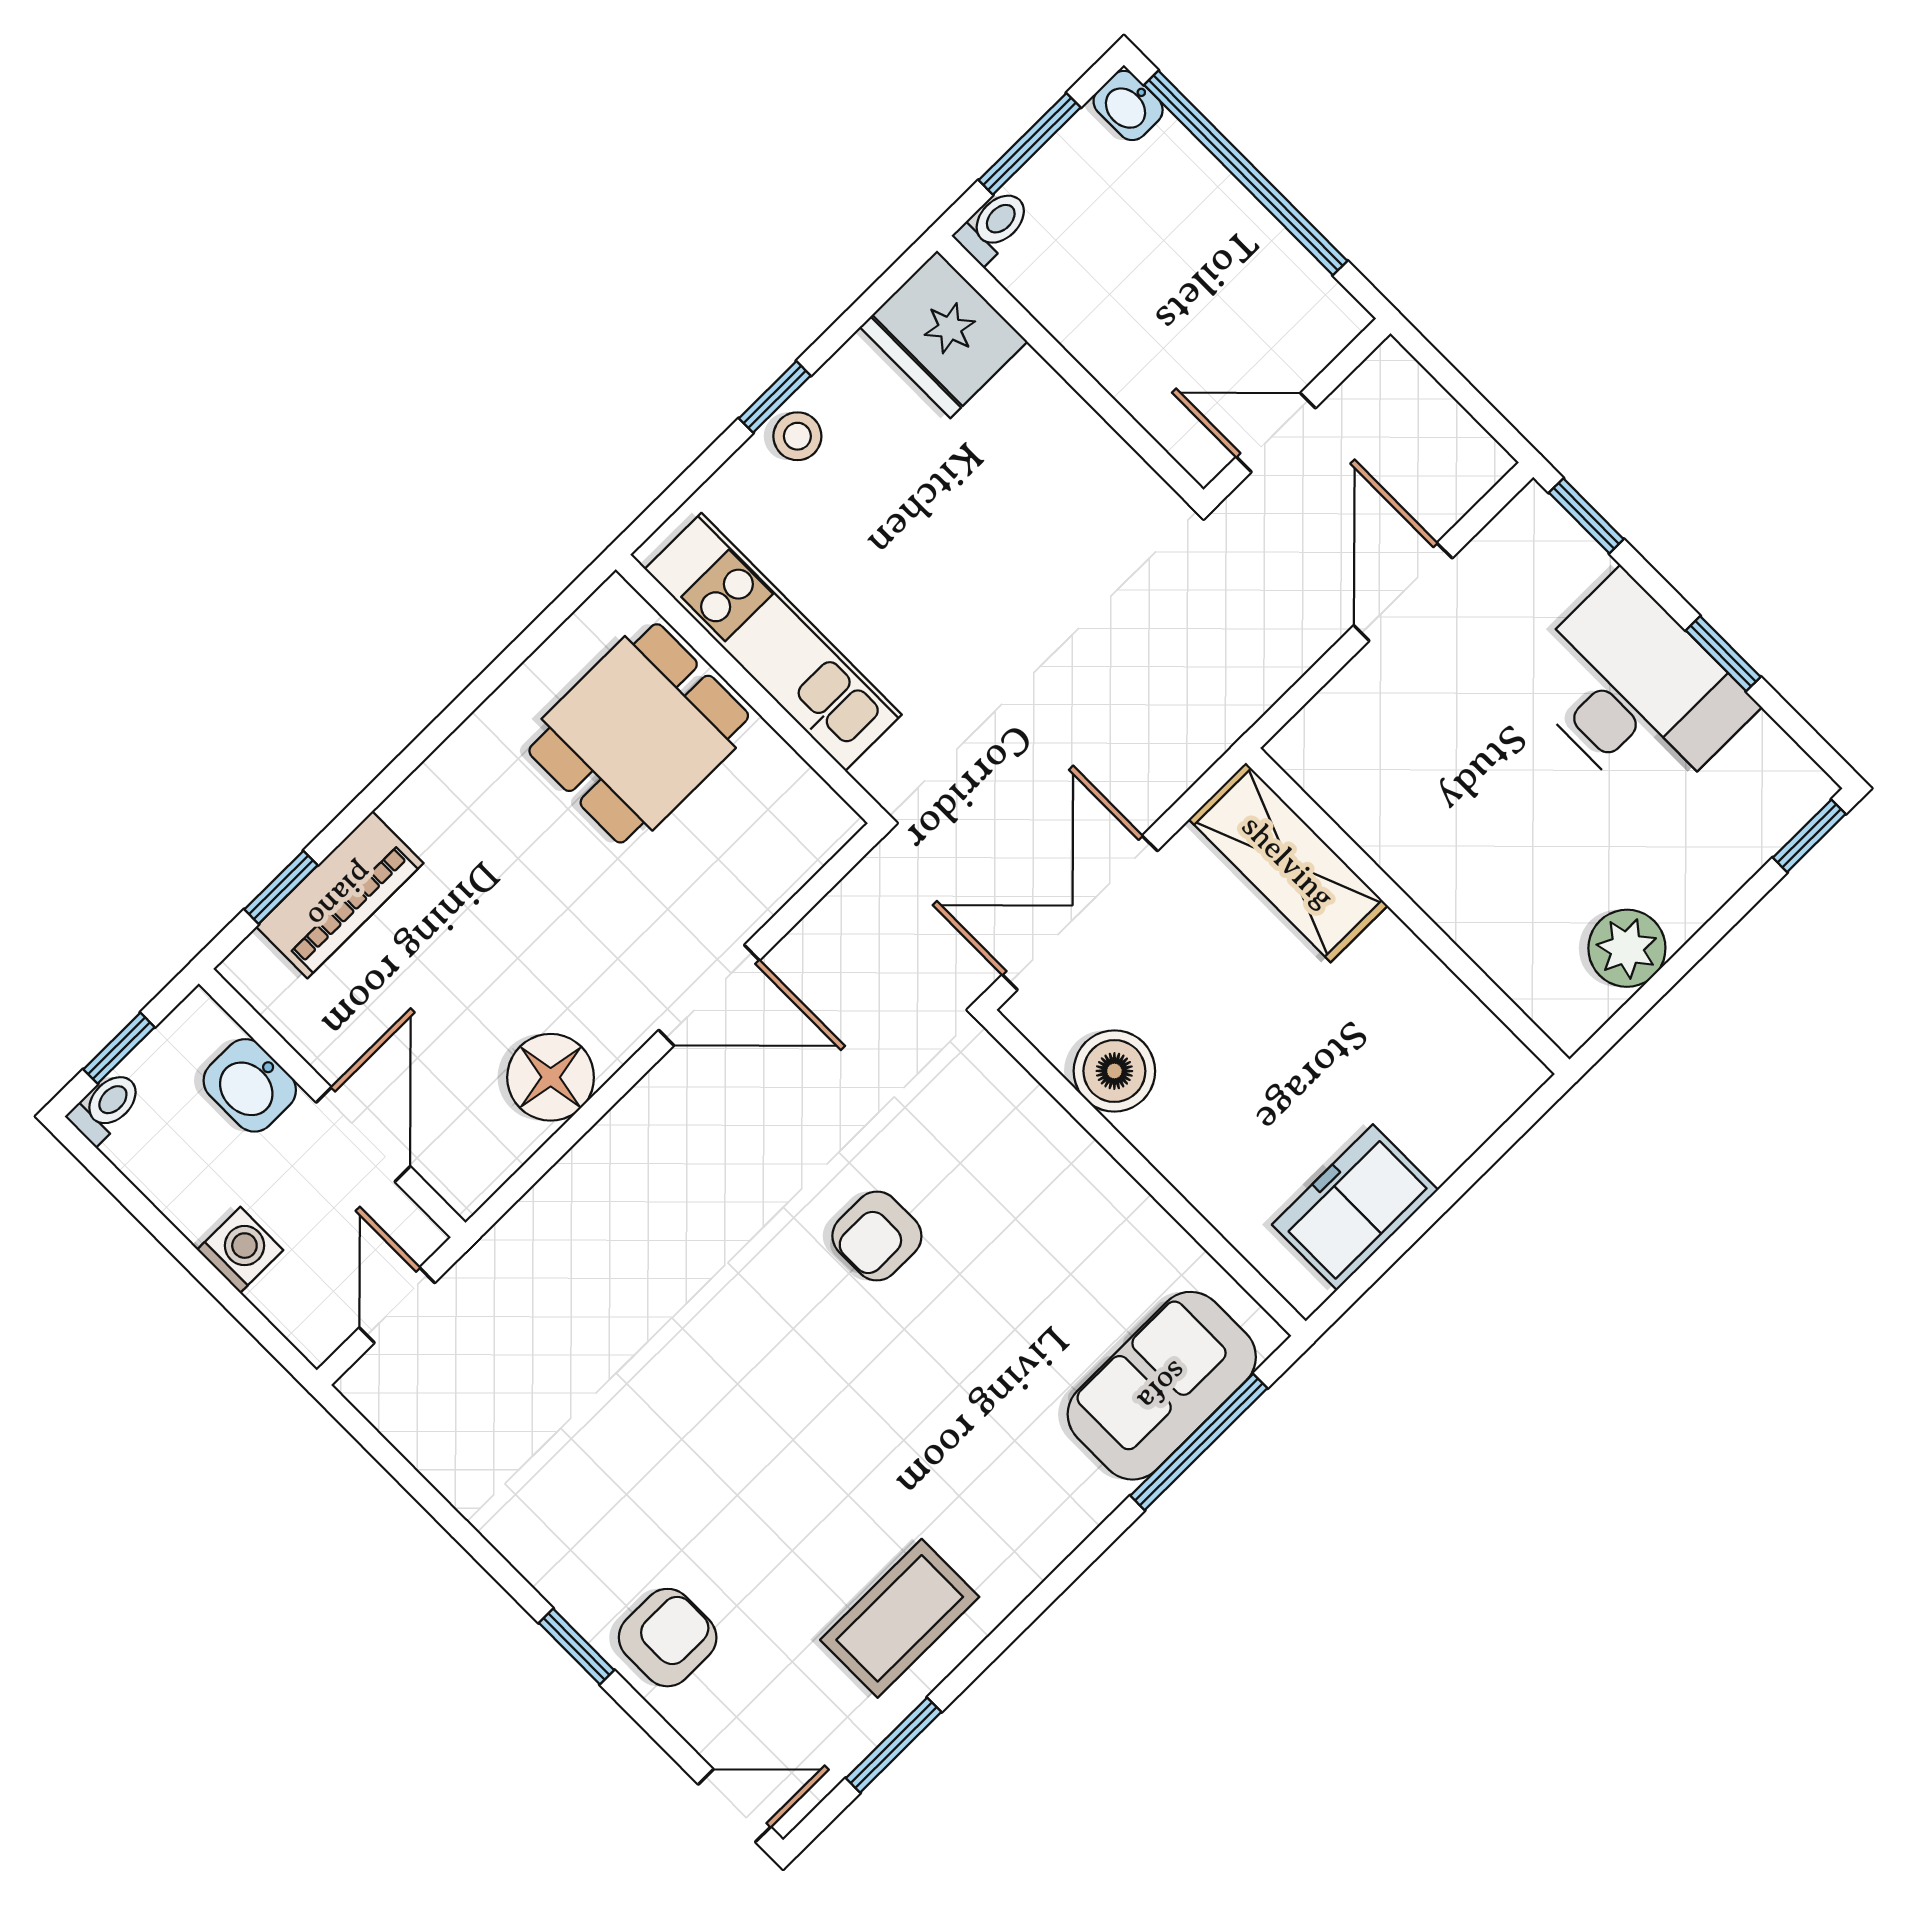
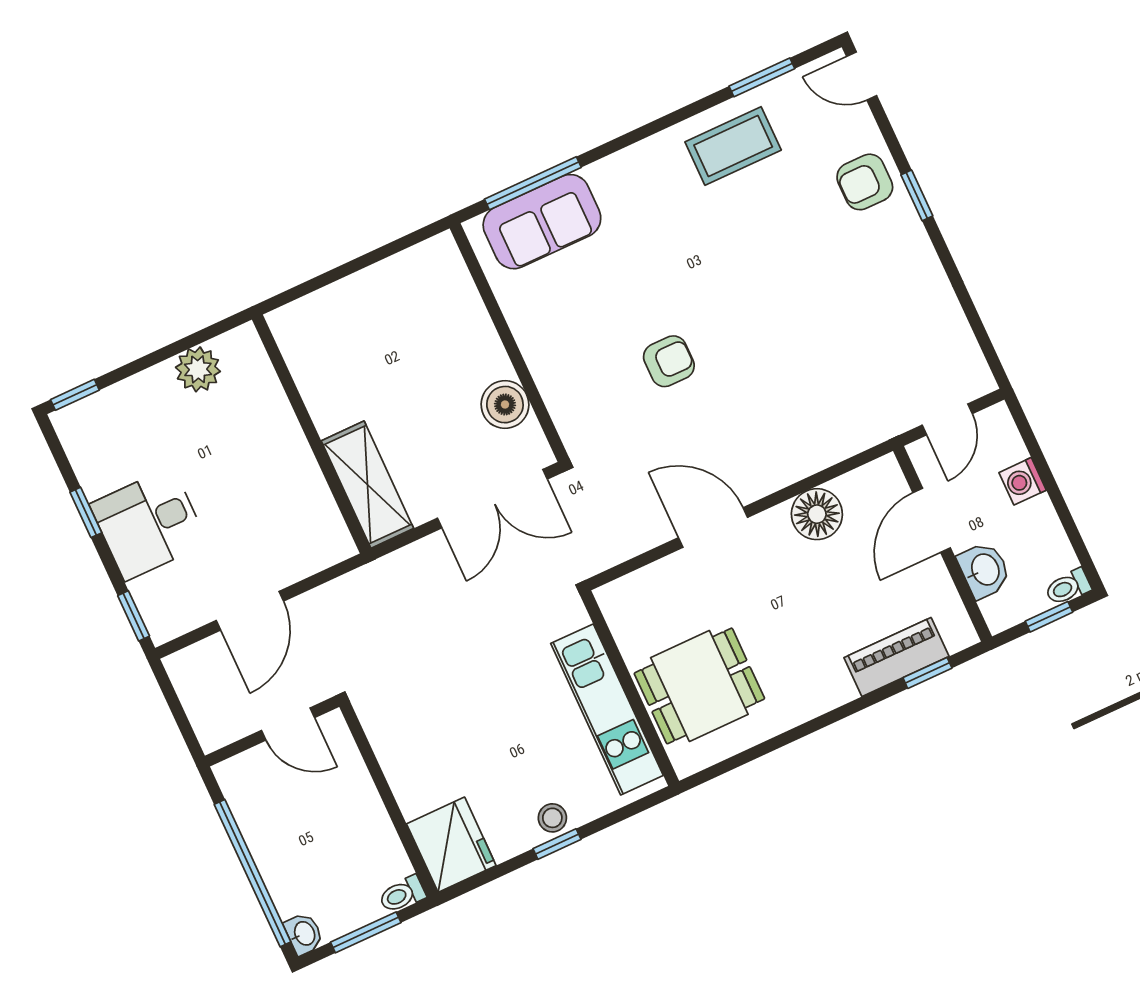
desk: (1635, 691) -> (149, 524), width x0.73
freezer: (1355, 1207) -> (400, 281), removed

